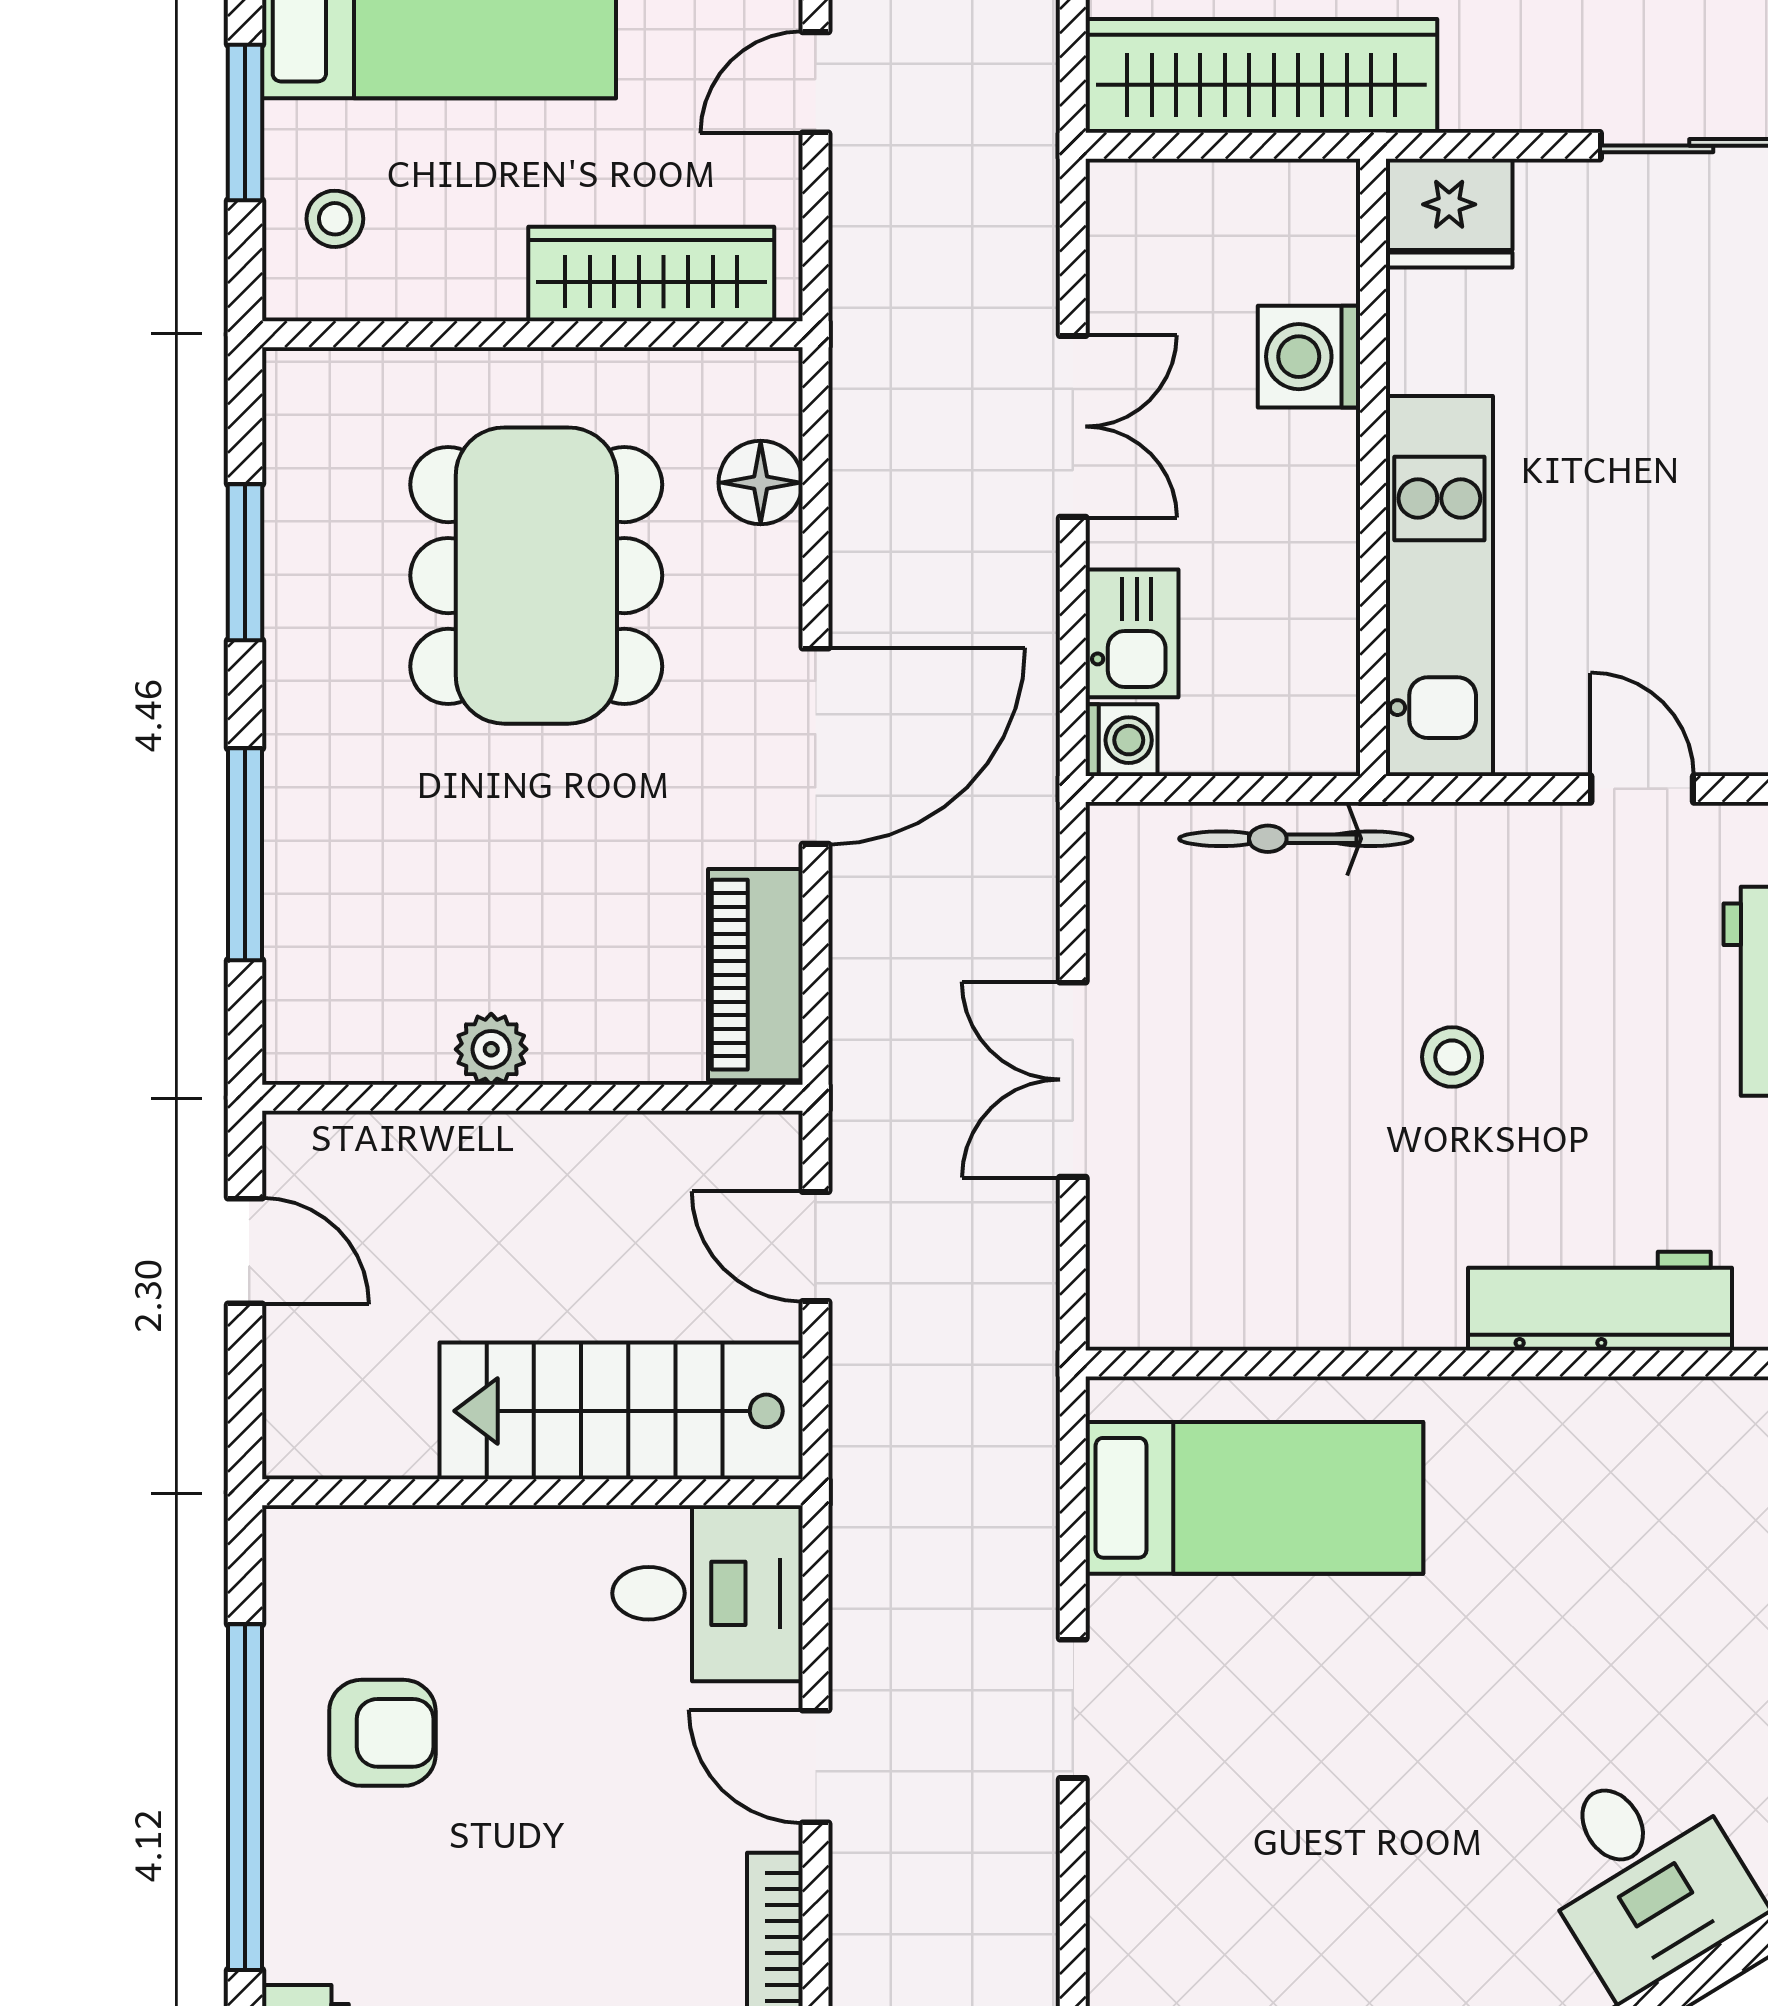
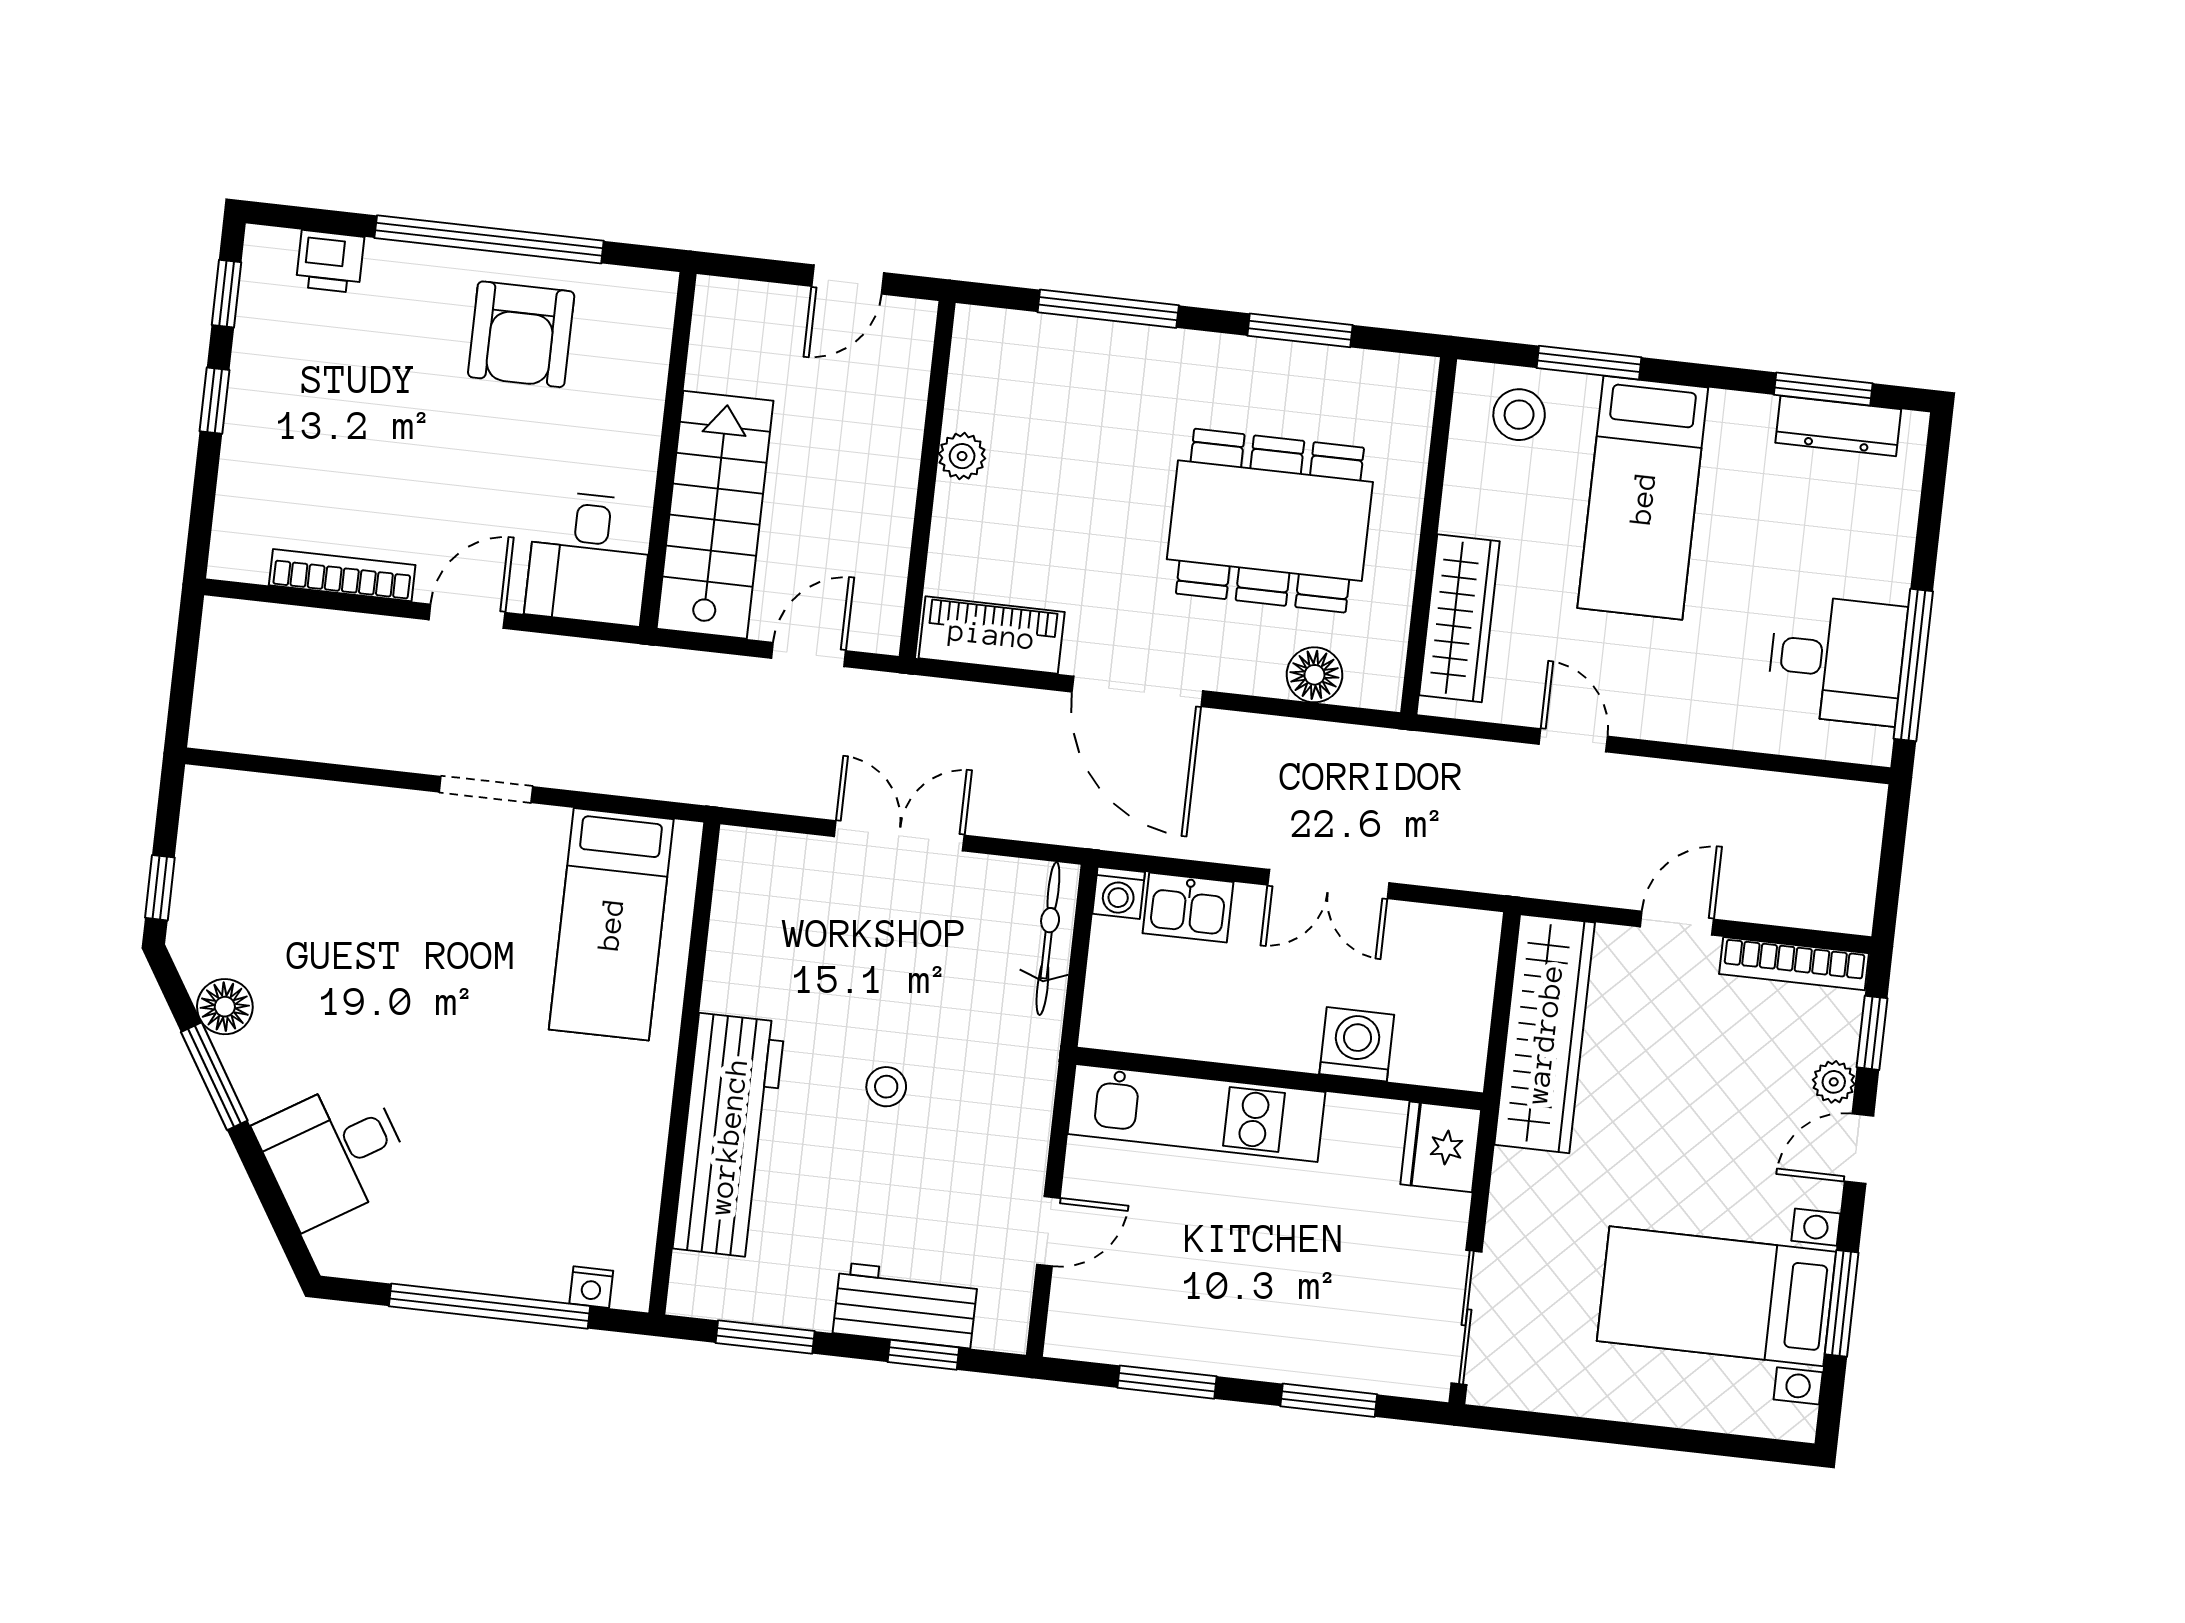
stool: (335, 219) -> (1519, 415), width x1.37, depth x1.37
bicycle: (1296, 839) -> (1048, 939), moved
workbench: (1600, 1301) -> (729, 1136), width x1.36, depth x1.32
armchair: (382, 1733) -> (521, 334), width x1.38, depth x1.38

